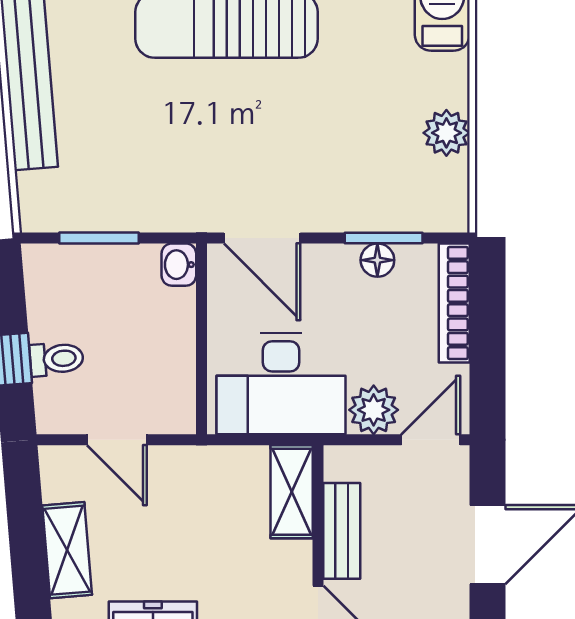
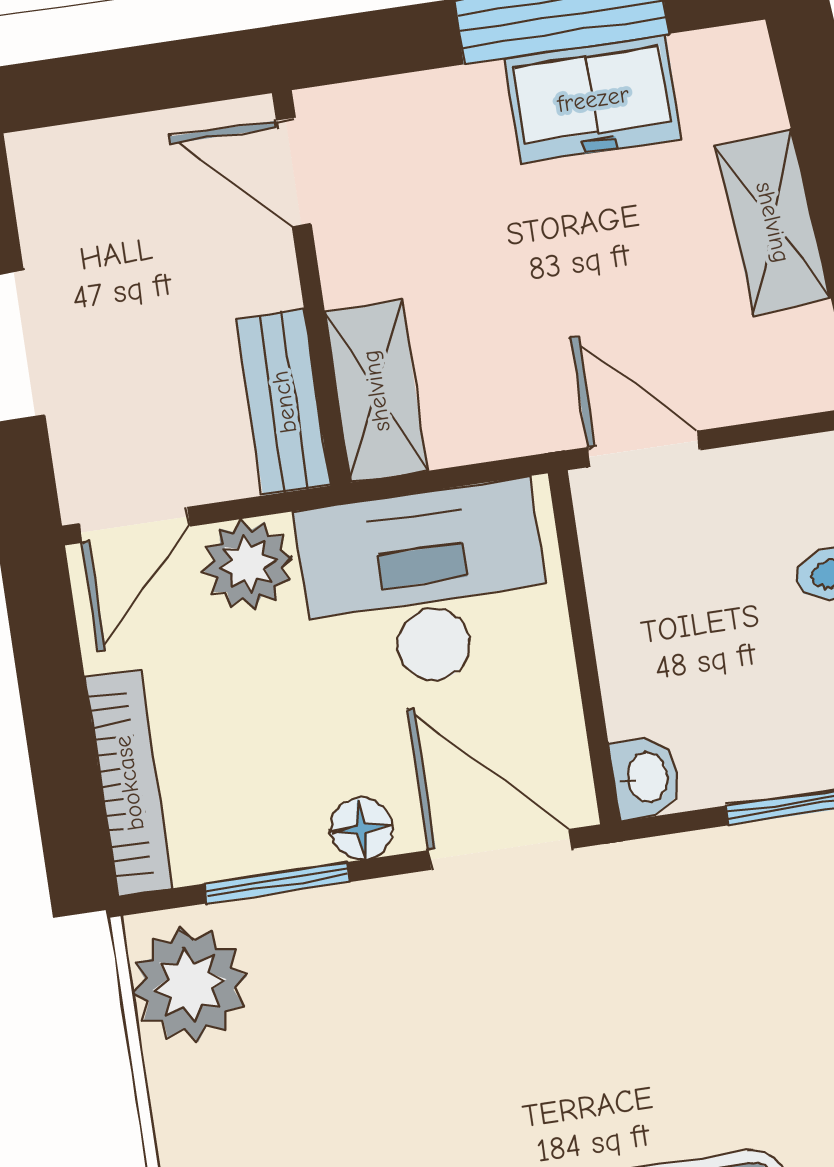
plant: (446, 133) -> (189, 985), moved, width x1.36, depth x1.36
floor lamp: (377, 260) -> (362, 828), moved
door: (117, 440) -> (644, 449), moved
bench: (342, 531) -> (284, 402), moved

